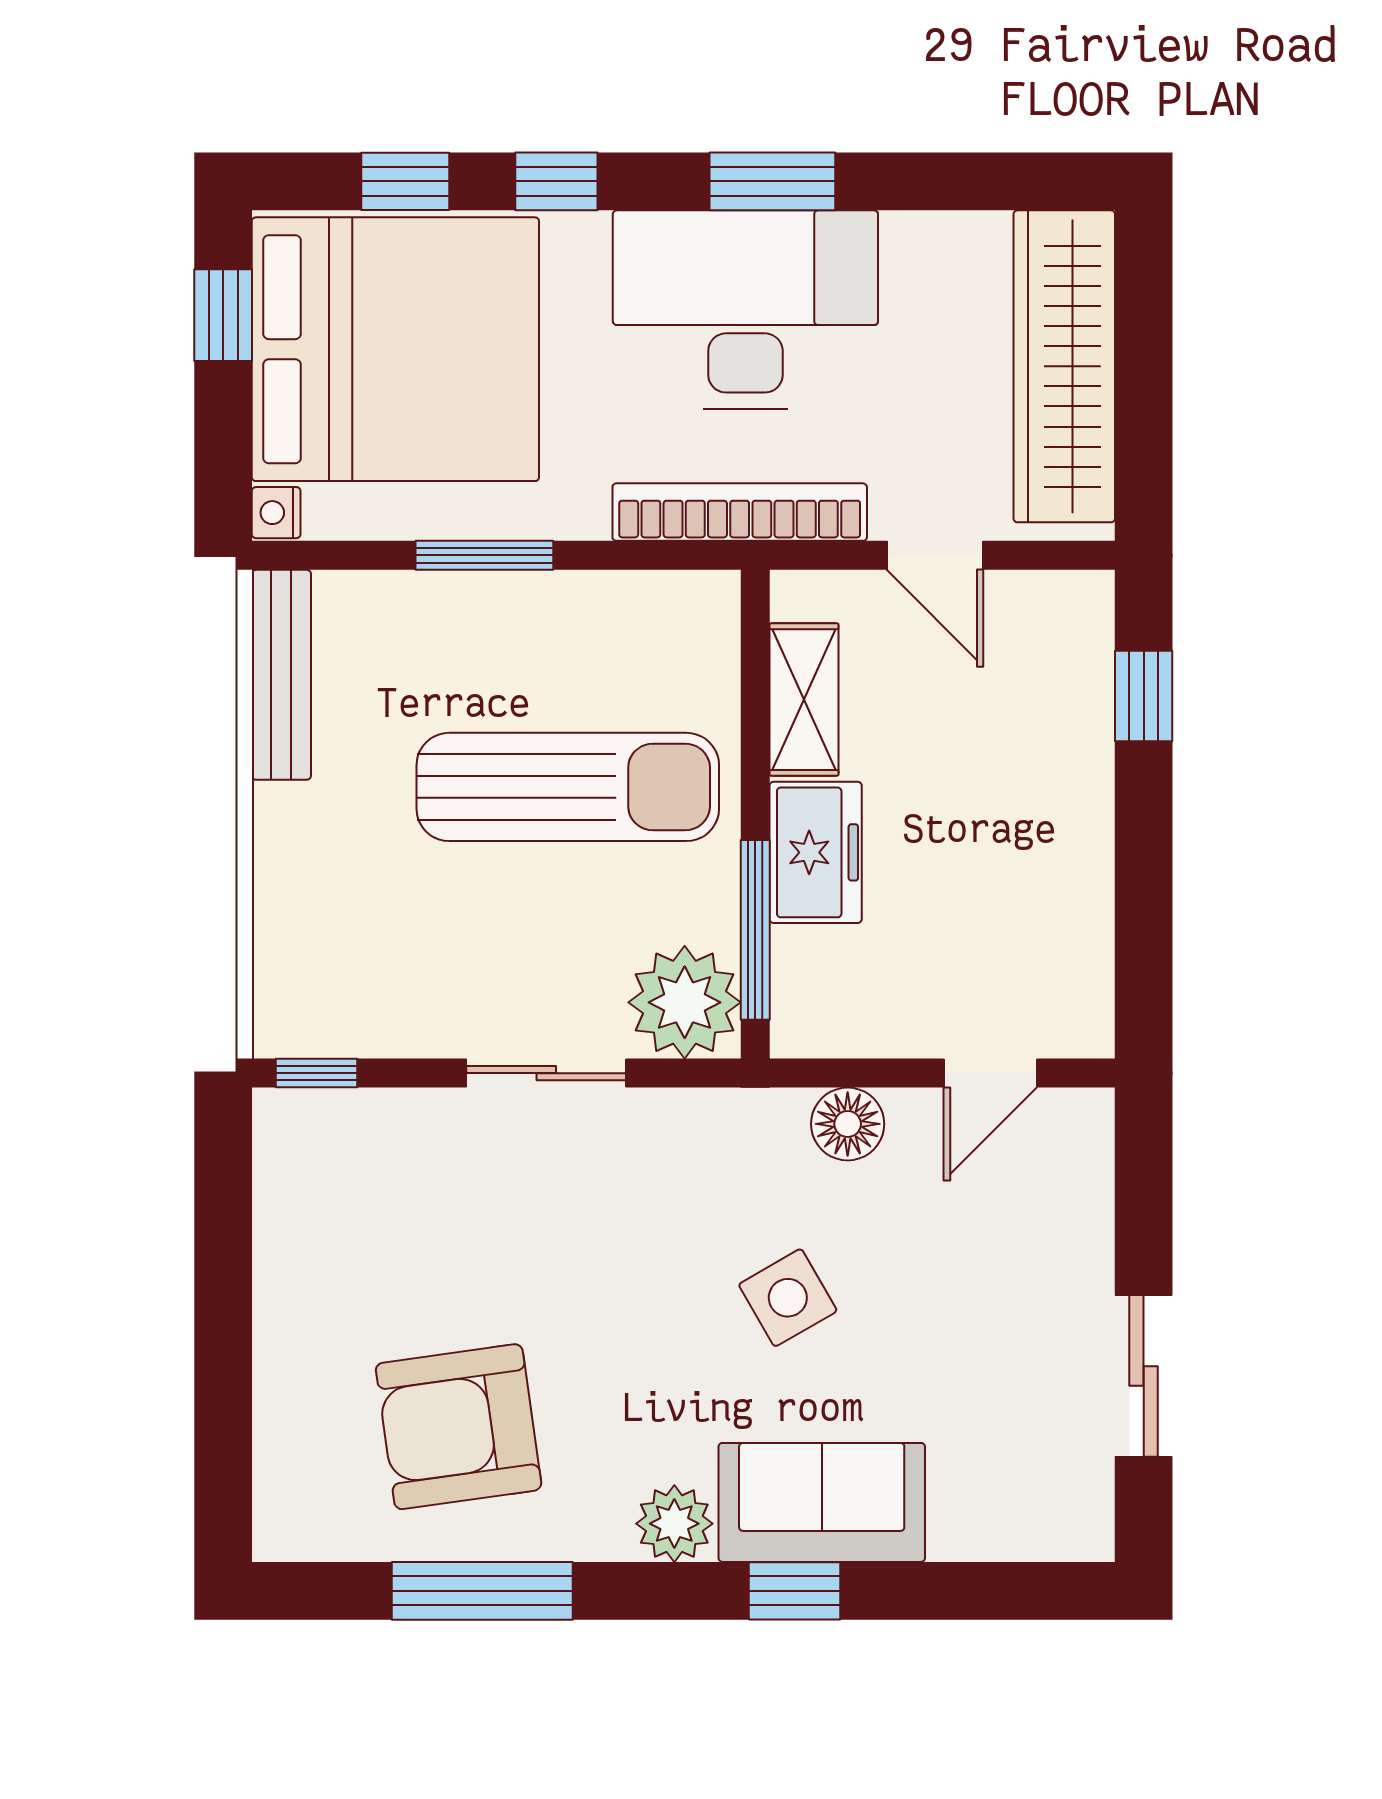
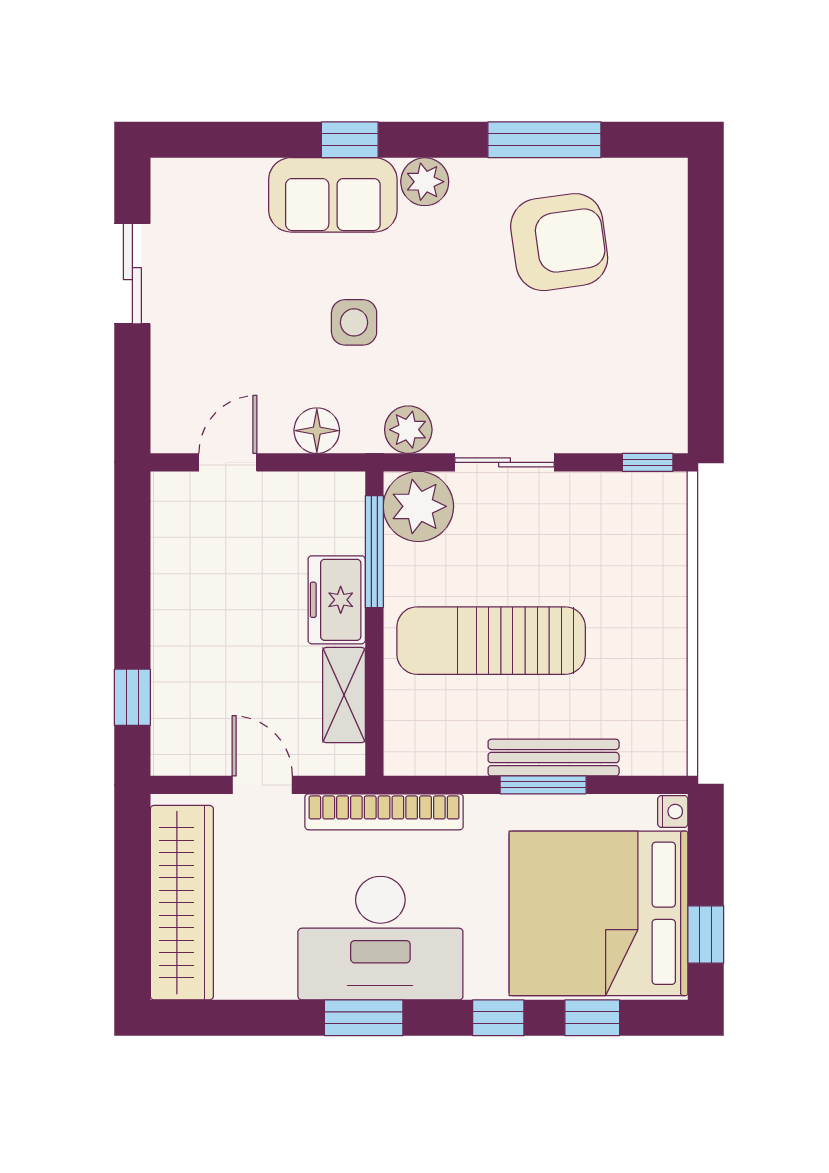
bench: (281, 675) -> (554, 758), moved, turned 90
plant: (701, 1126) -> (408, 430), added
side table: (788, 1298) -> (354, 322), turned 30

